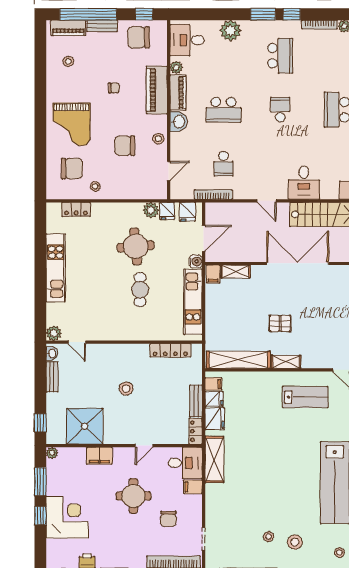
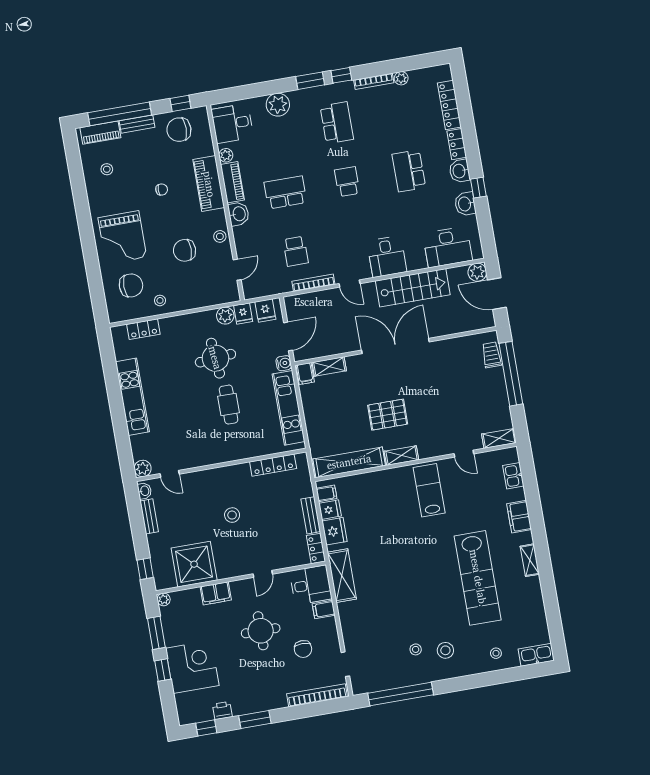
school desk: (224, 110) -> (285, 192), turned 180
bookcase: (213, 194) -> (313, 283), moved
pallet: (280, 323) -> (388, 415), width x1.50, depth x1.42
lab bench: (305, 397) -> (429, 490), turned -90

